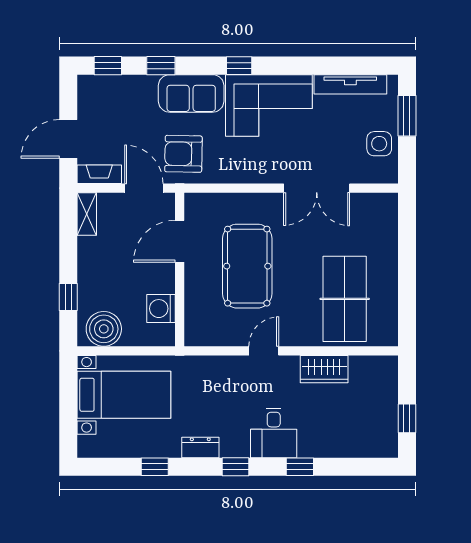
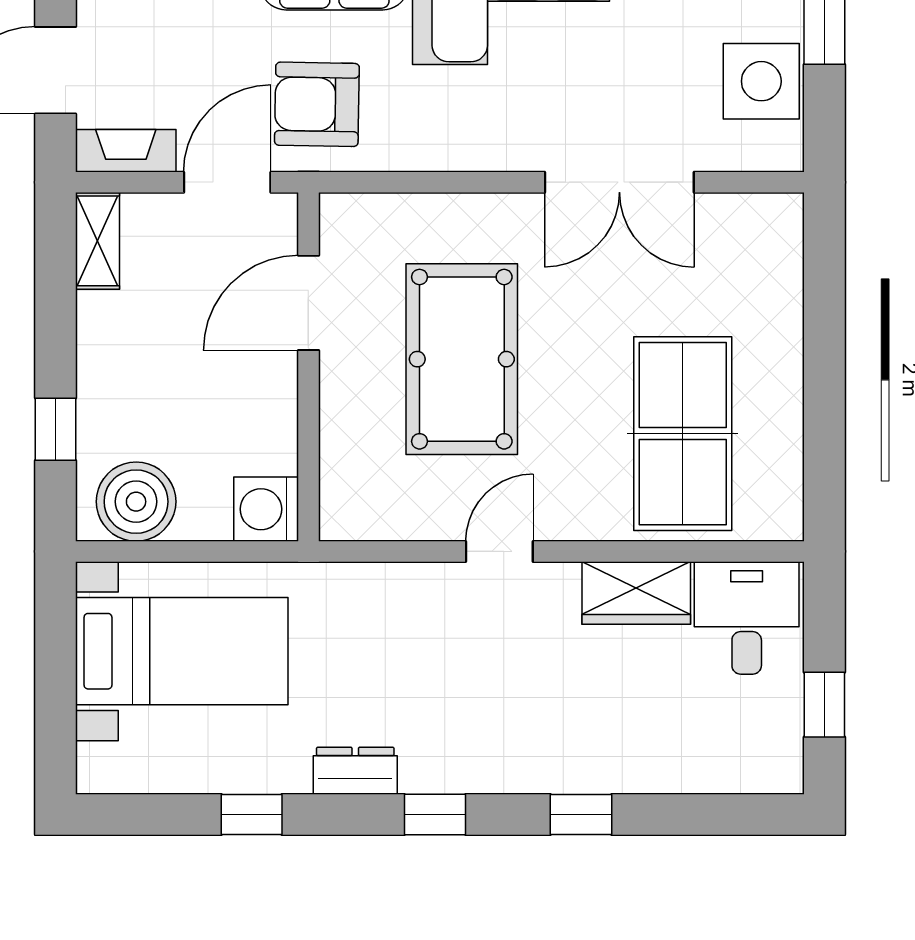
side table: (379, 144) -> (761, 81), width x1.37, depth x1.37
door: (144, 188) -> (227, 182), hinge flipped
washing machine: (161, 309) -> (266, 509), moved
desk: (274, 433) -> (747, 618), moved, turned 180

